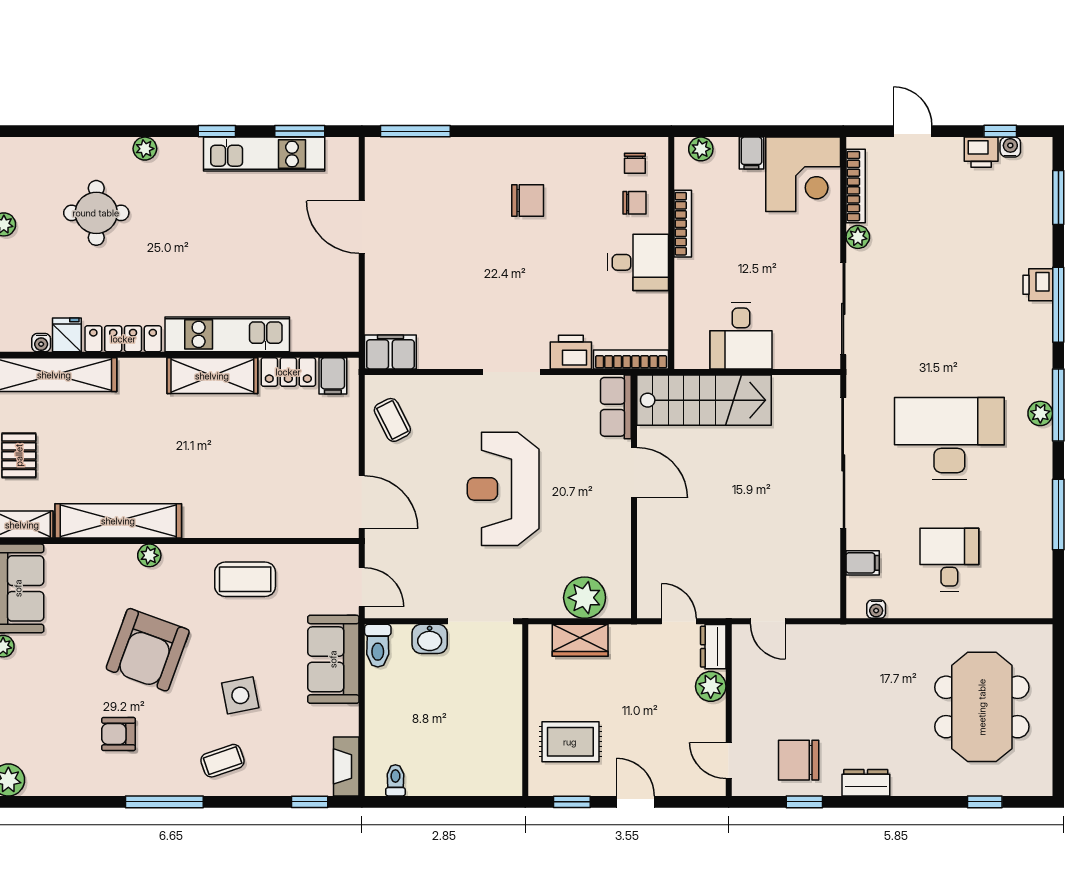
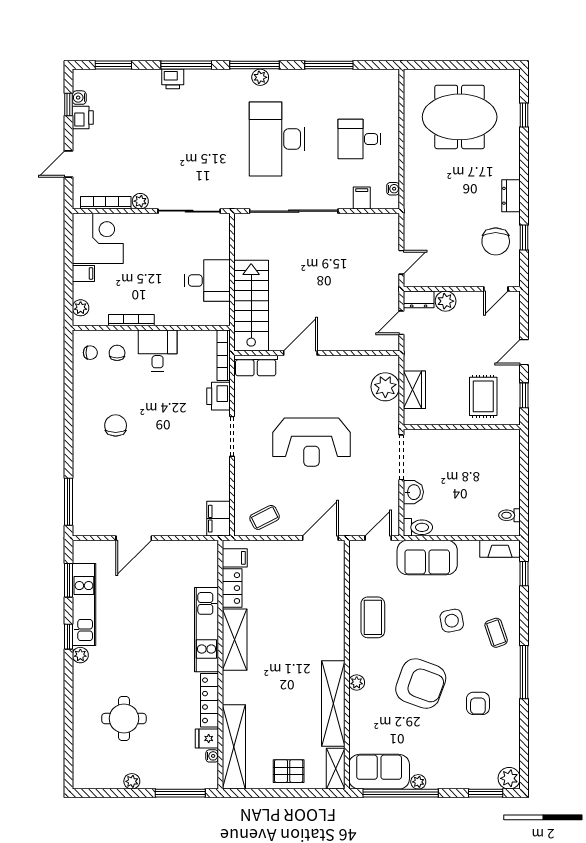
plant: (145, 149) -> (80, 655), moved

